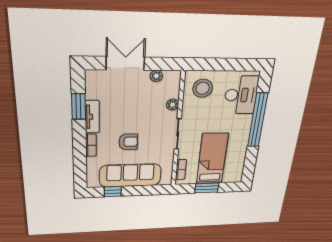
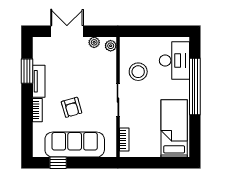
stool: (203, 88) -> (138, 72), moved
plant: (173, 105) -> (111, 46), moved
armchair: (128, 142) -> (72, 107), turned 74
bed: (212, 159) -> (174, 128), moved
window: (207, 188) -> (153, 163), removed

